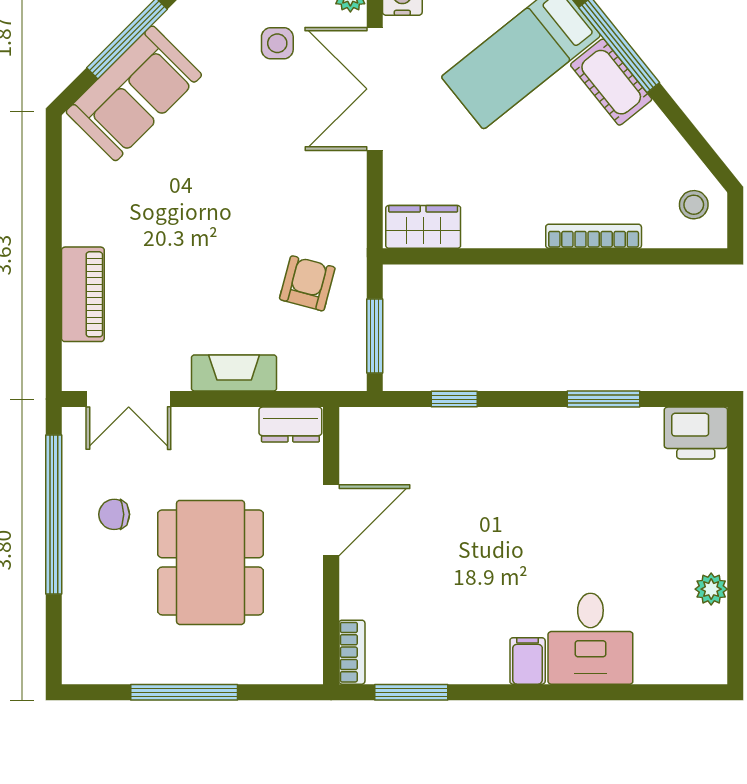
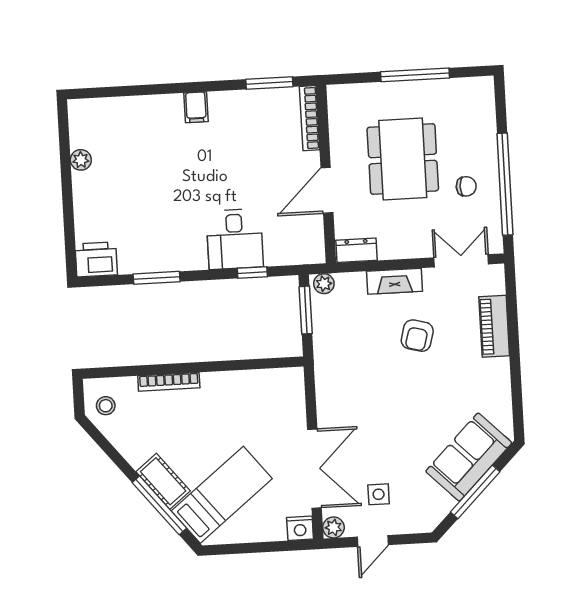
wardrobe: (423, 227) -> (278, 382), removed
armchair: (307, 283) -> (417, 336), moved
plant: (344, 375) -> (324, 284), added
desk: (590, 639) -> (235, 239), moved, turned 180
bookcase: (352, 652) -> (310, 118), width x1.56

